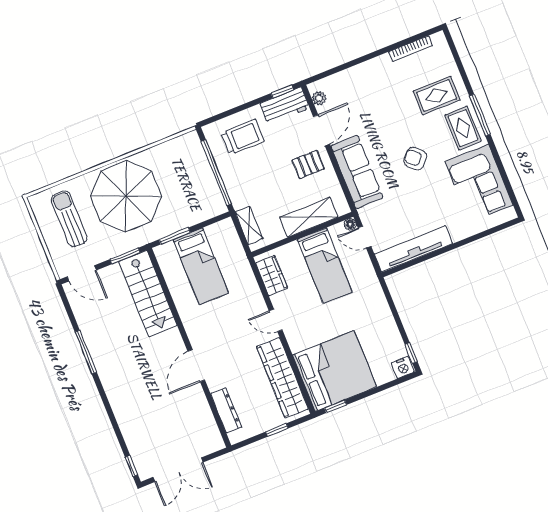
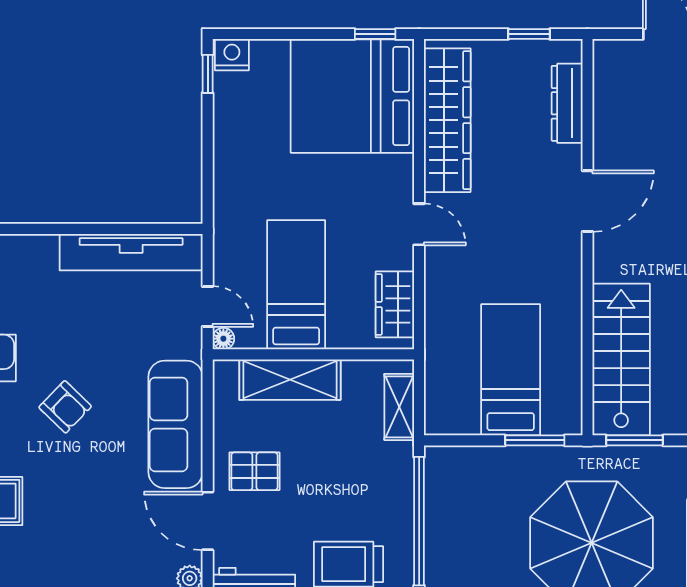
door: (322, 130) -> (208, 521), hinge flipped
window: (277, 430) -> (529, 34), moved

